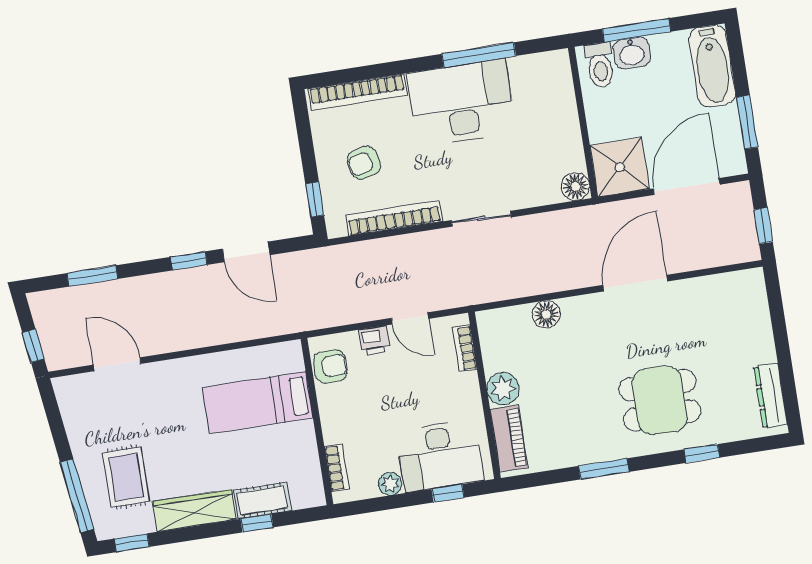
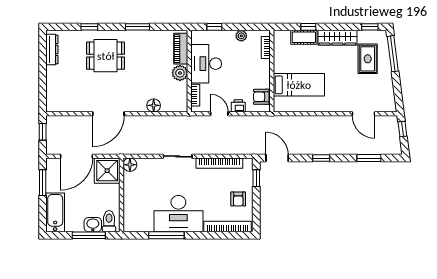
armchair: (364, 163) -> (238, 199), moved, turned 105
door: (246, 252) -> (277, 158), moved
desk: (440, 456) -> (206, 64), moved, turned -90

